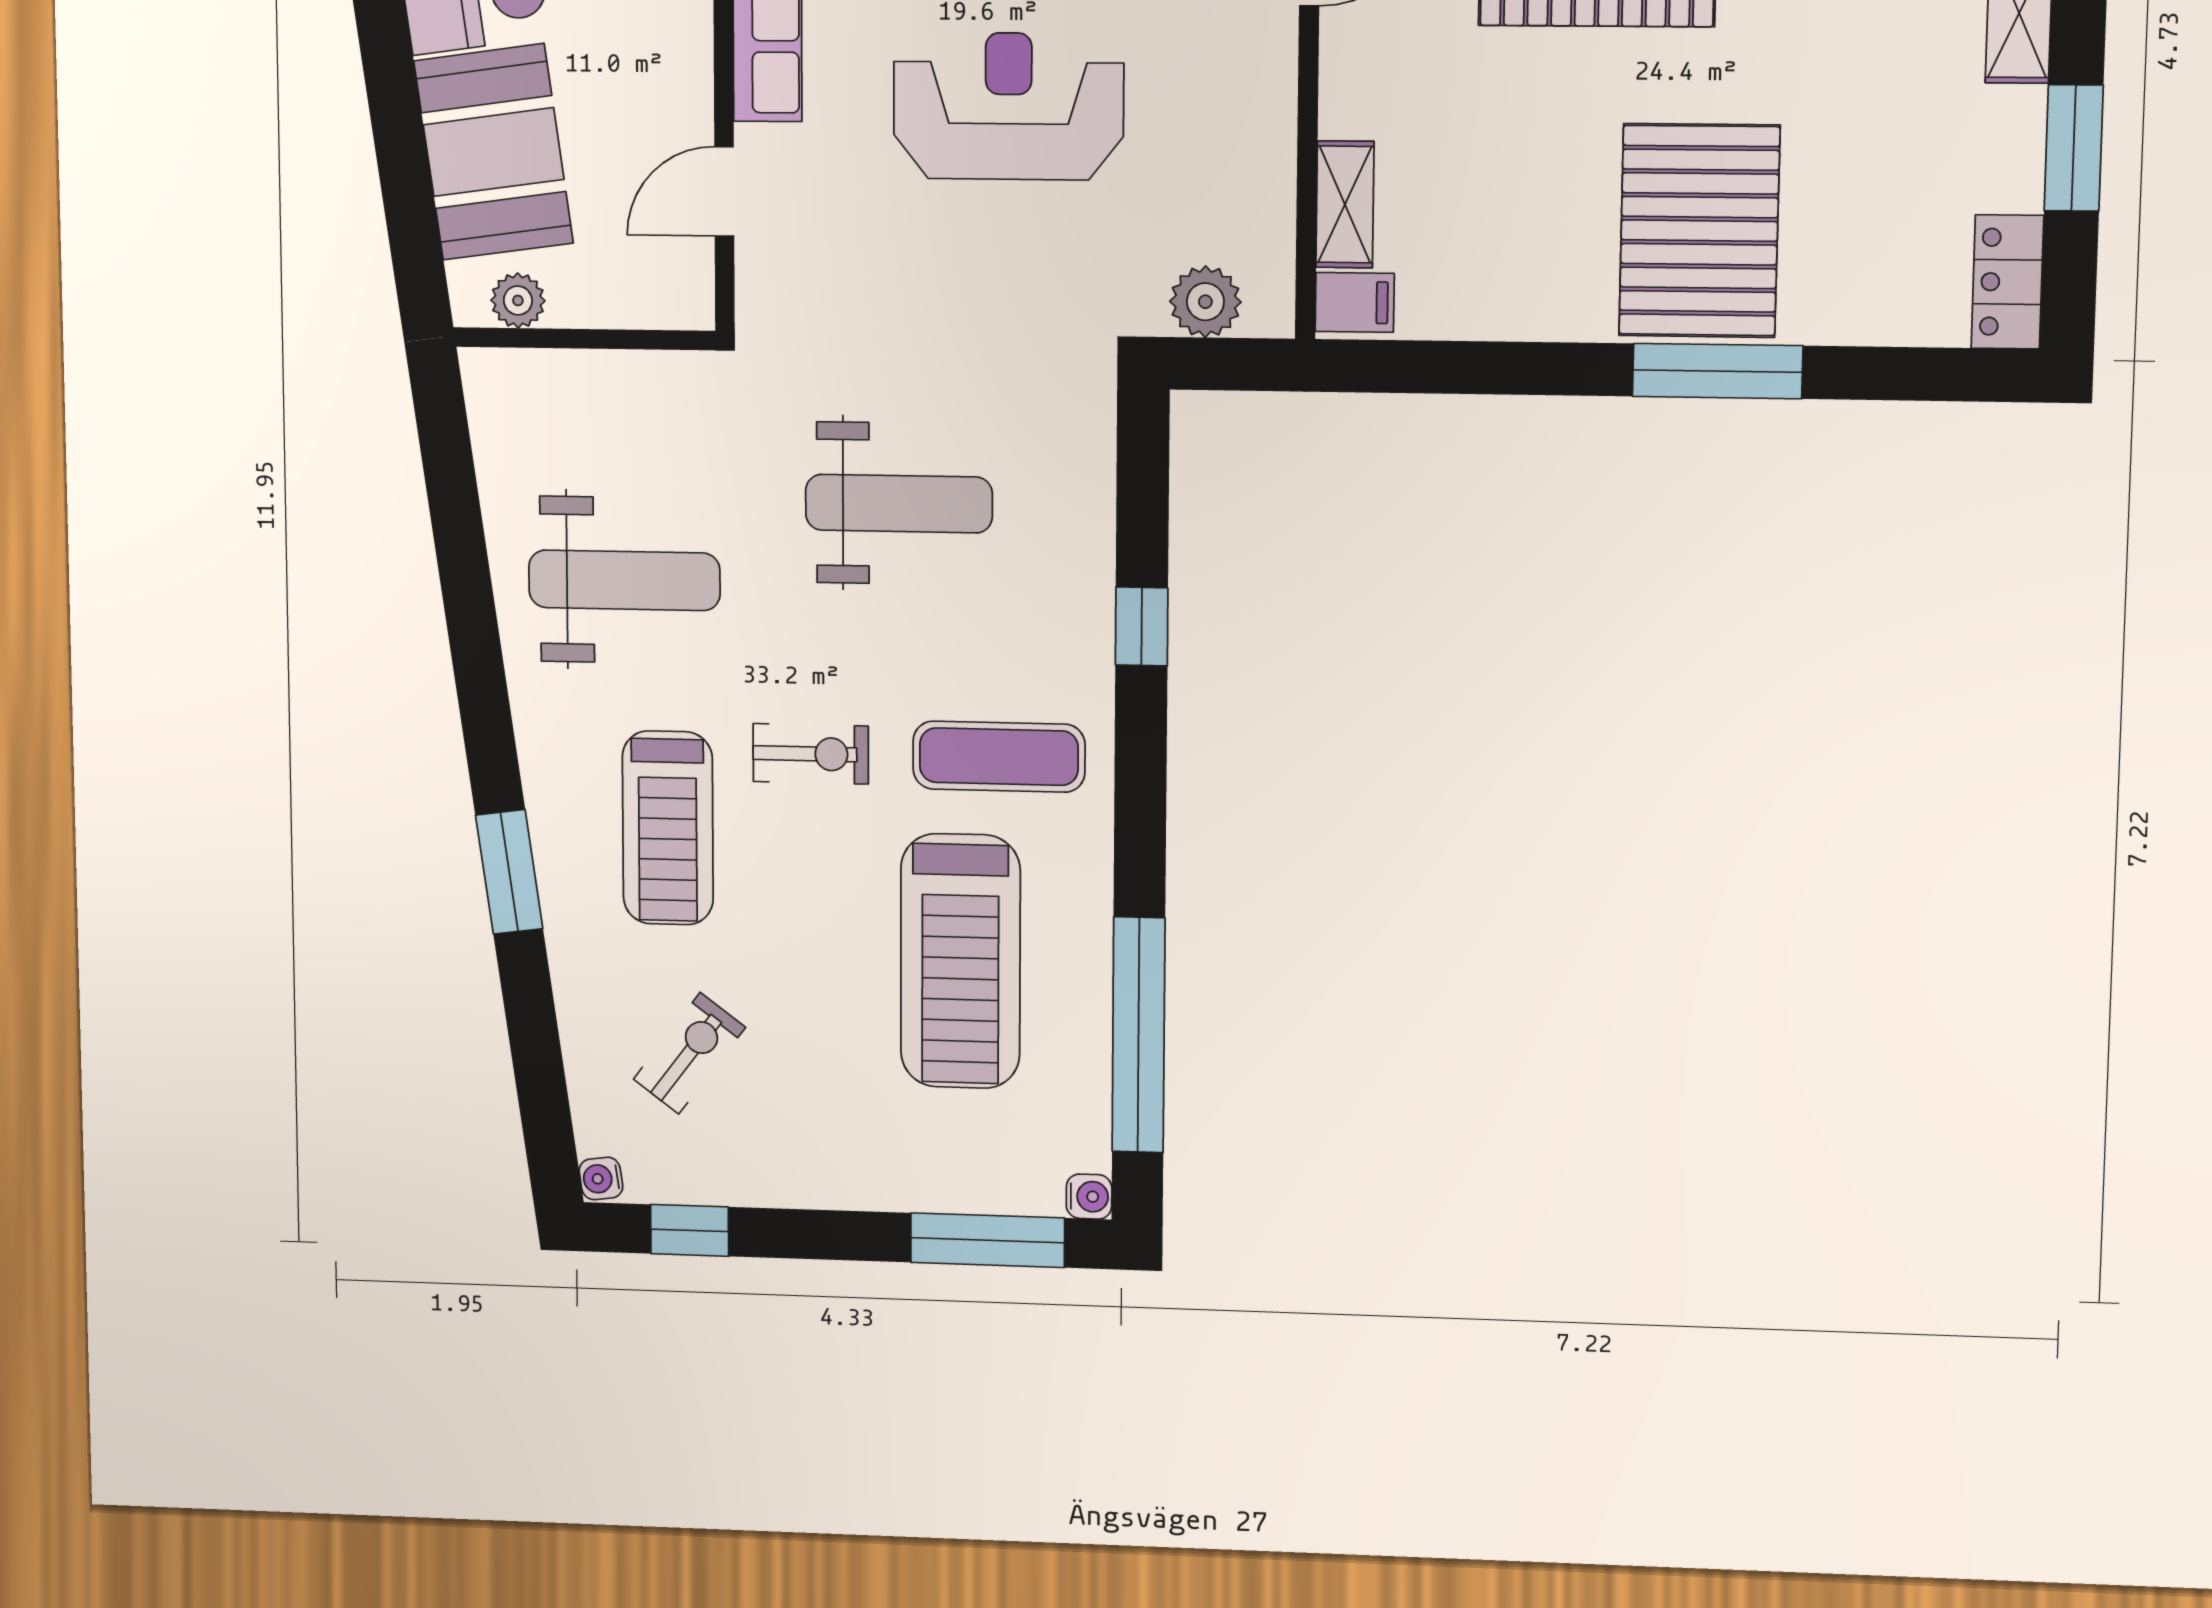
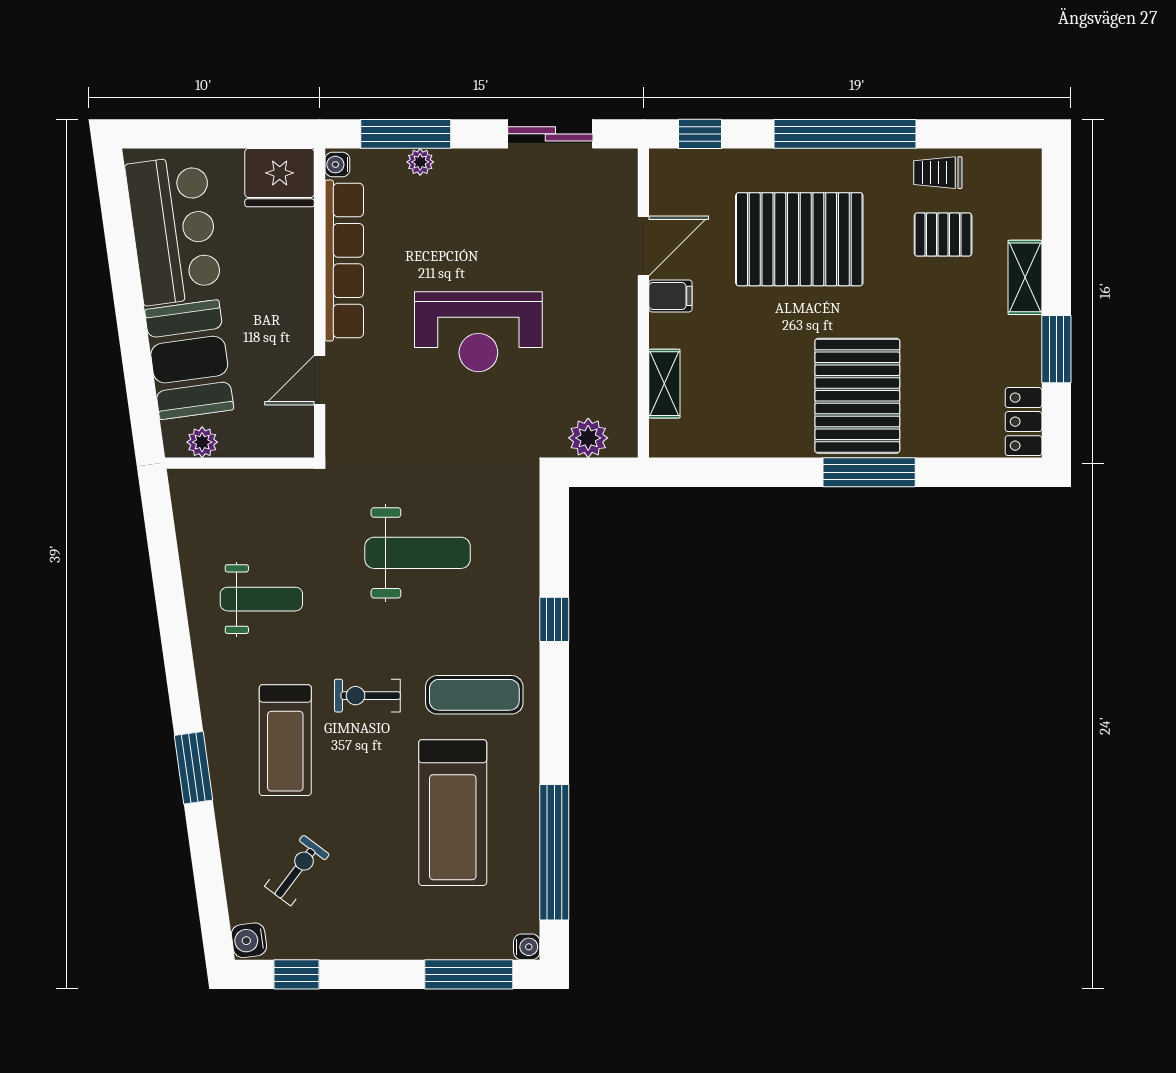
reception desk: (1009, 106) -> (478, 332), turned 180
filing cabinet: (1355, 302) -> (670, 296), moved
weight bench: (624, 580) -> (261, 599), width x0.73, depth x0.75
exercise bike: (811, 754) -> (367, 696), turned 180
water cooler: (601, 1178) -> (249, 940), width x1.38, depth x1.38

